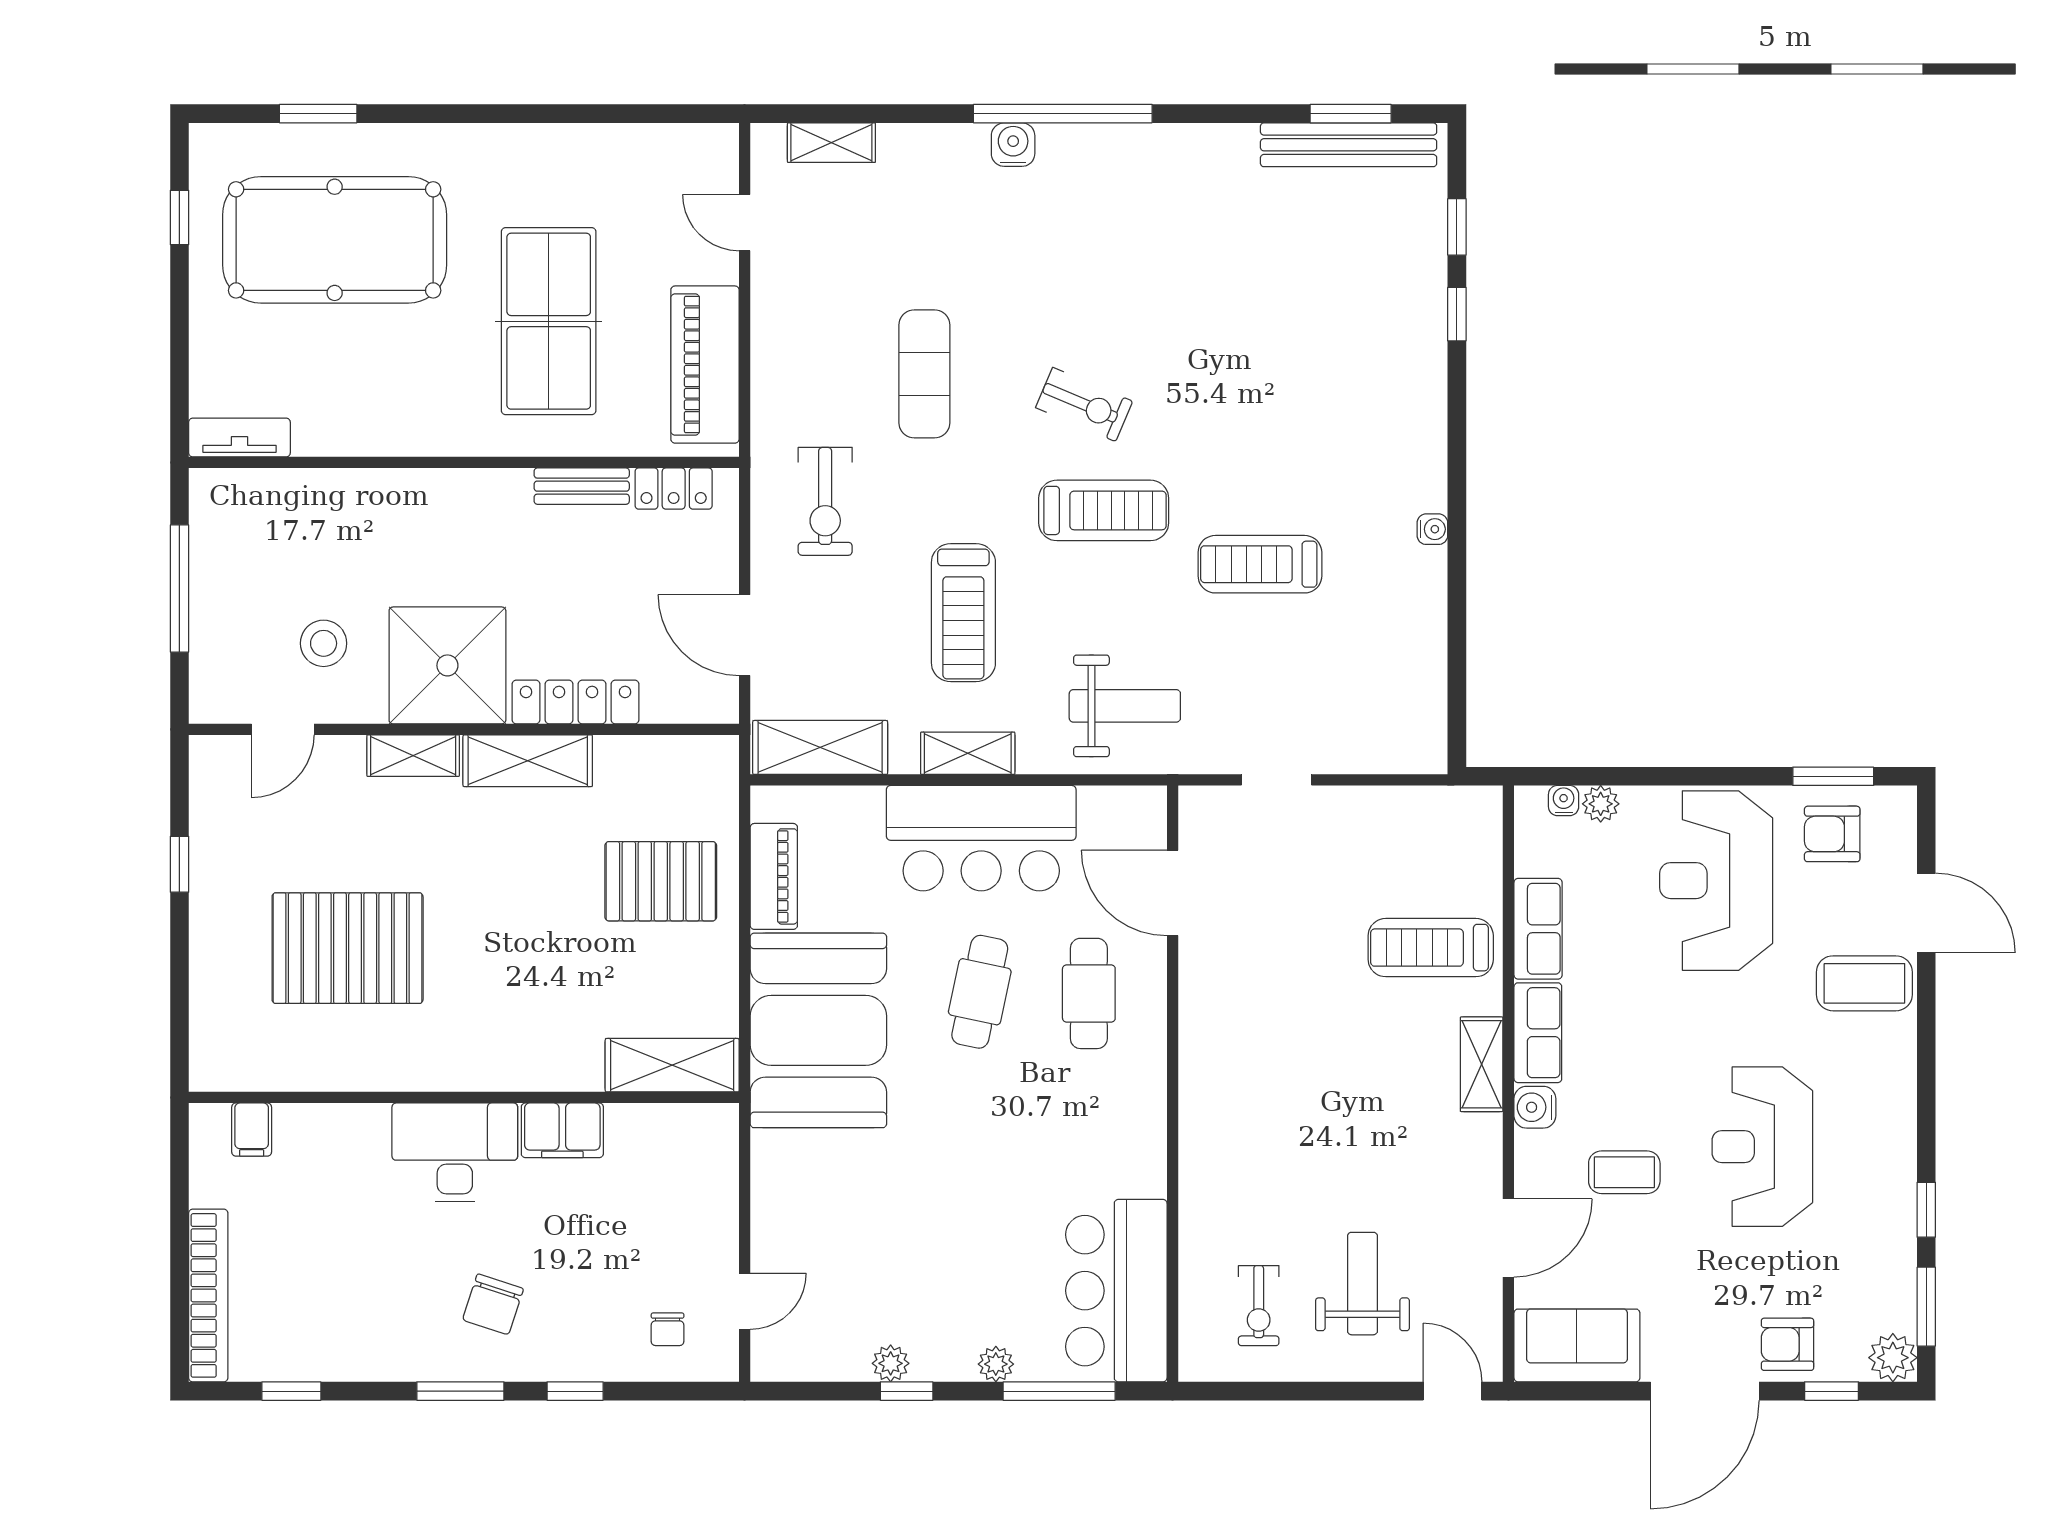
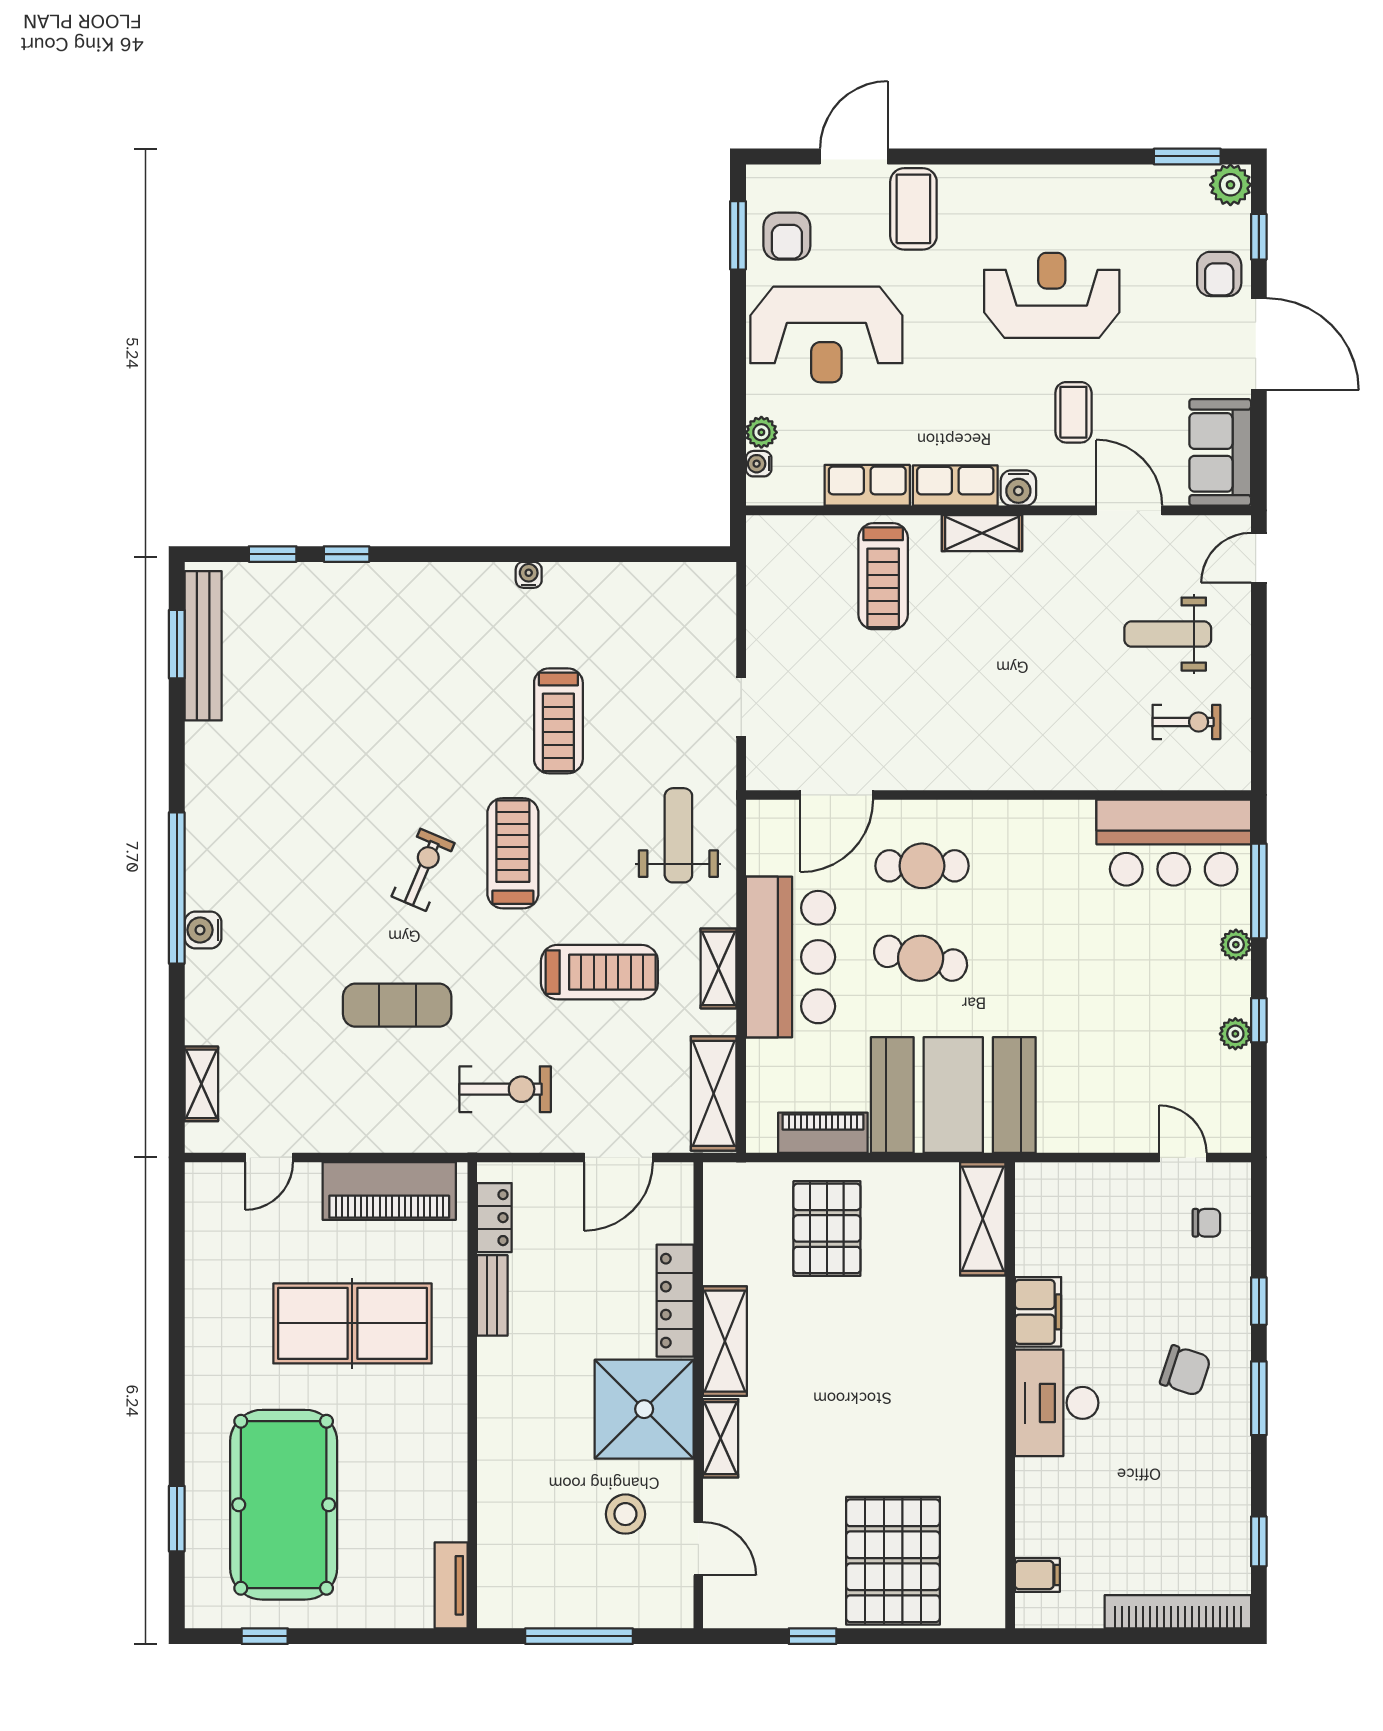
pallet: (348, 948) -> (893, 1561), moved
reception desk: (1762, 1147) -> (1052, 295), turned 180
window: (1926, 1210) -> (1105, 156), removed

